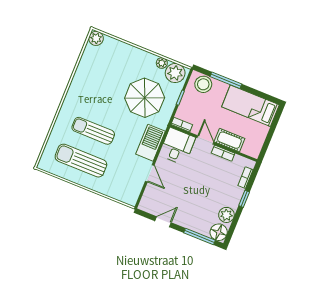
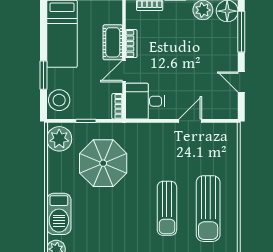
plant: (162, 63) -> (54, 159), removed
window: (226, 80) -> (44, 75), width x0.69
barbecue: (151, 143) -> (59, 214), moved, turned -90

